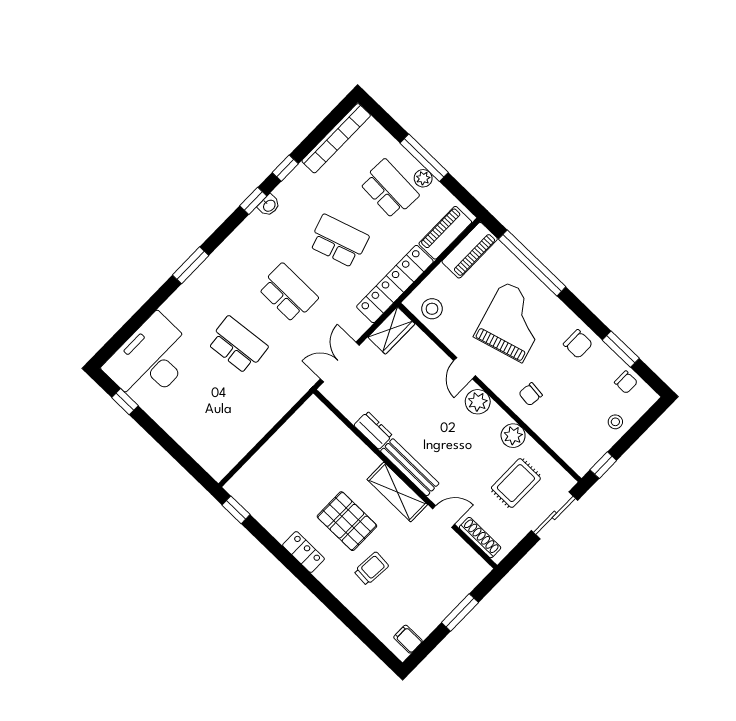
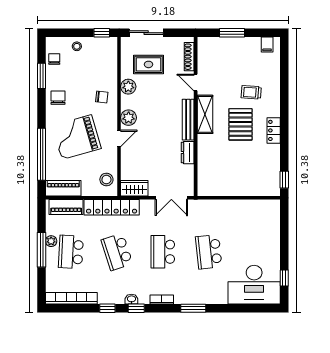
bookcase: (235, 239) -> (162, 300), added

